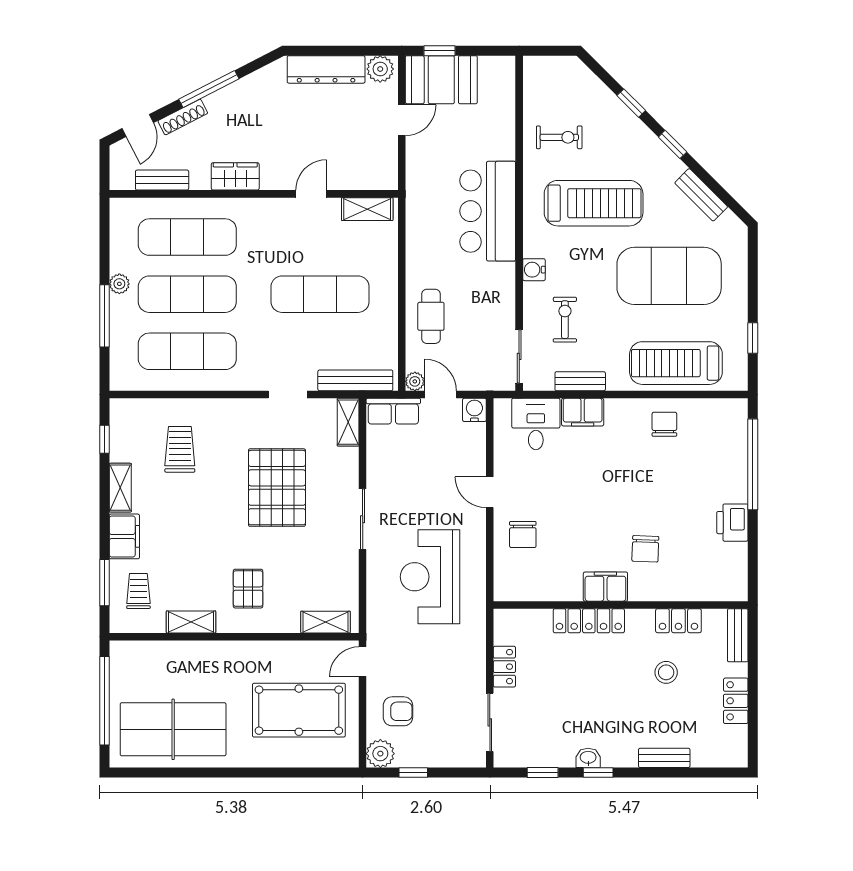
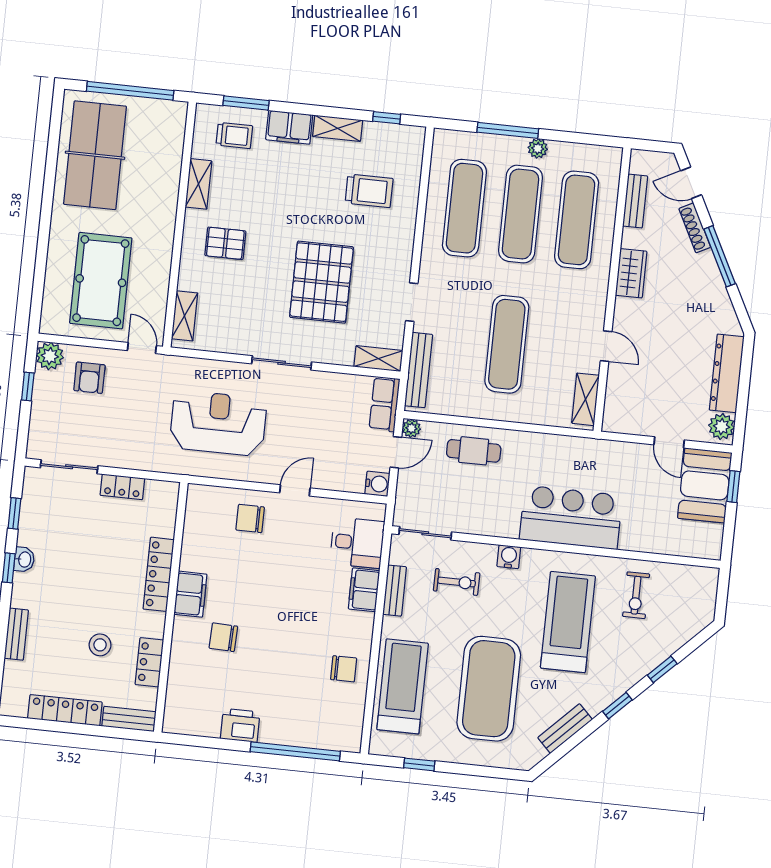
treadmill: (594, 203) -> (568, 622), turned 180
pallet: (277, 488) -> (321, 282), turned 90
locker: (736, 701) -> (65, 710), width x1.53

